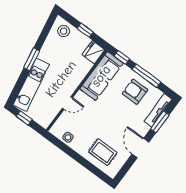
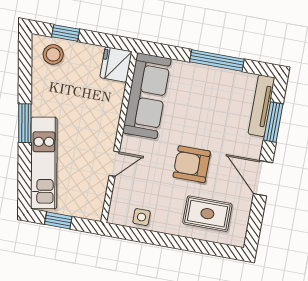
window: (85, 30) -> (66, 33), moved
window: (122, 57) -> (164, 51), removed
armchair: (135, 92) -> (192, 164), moved

